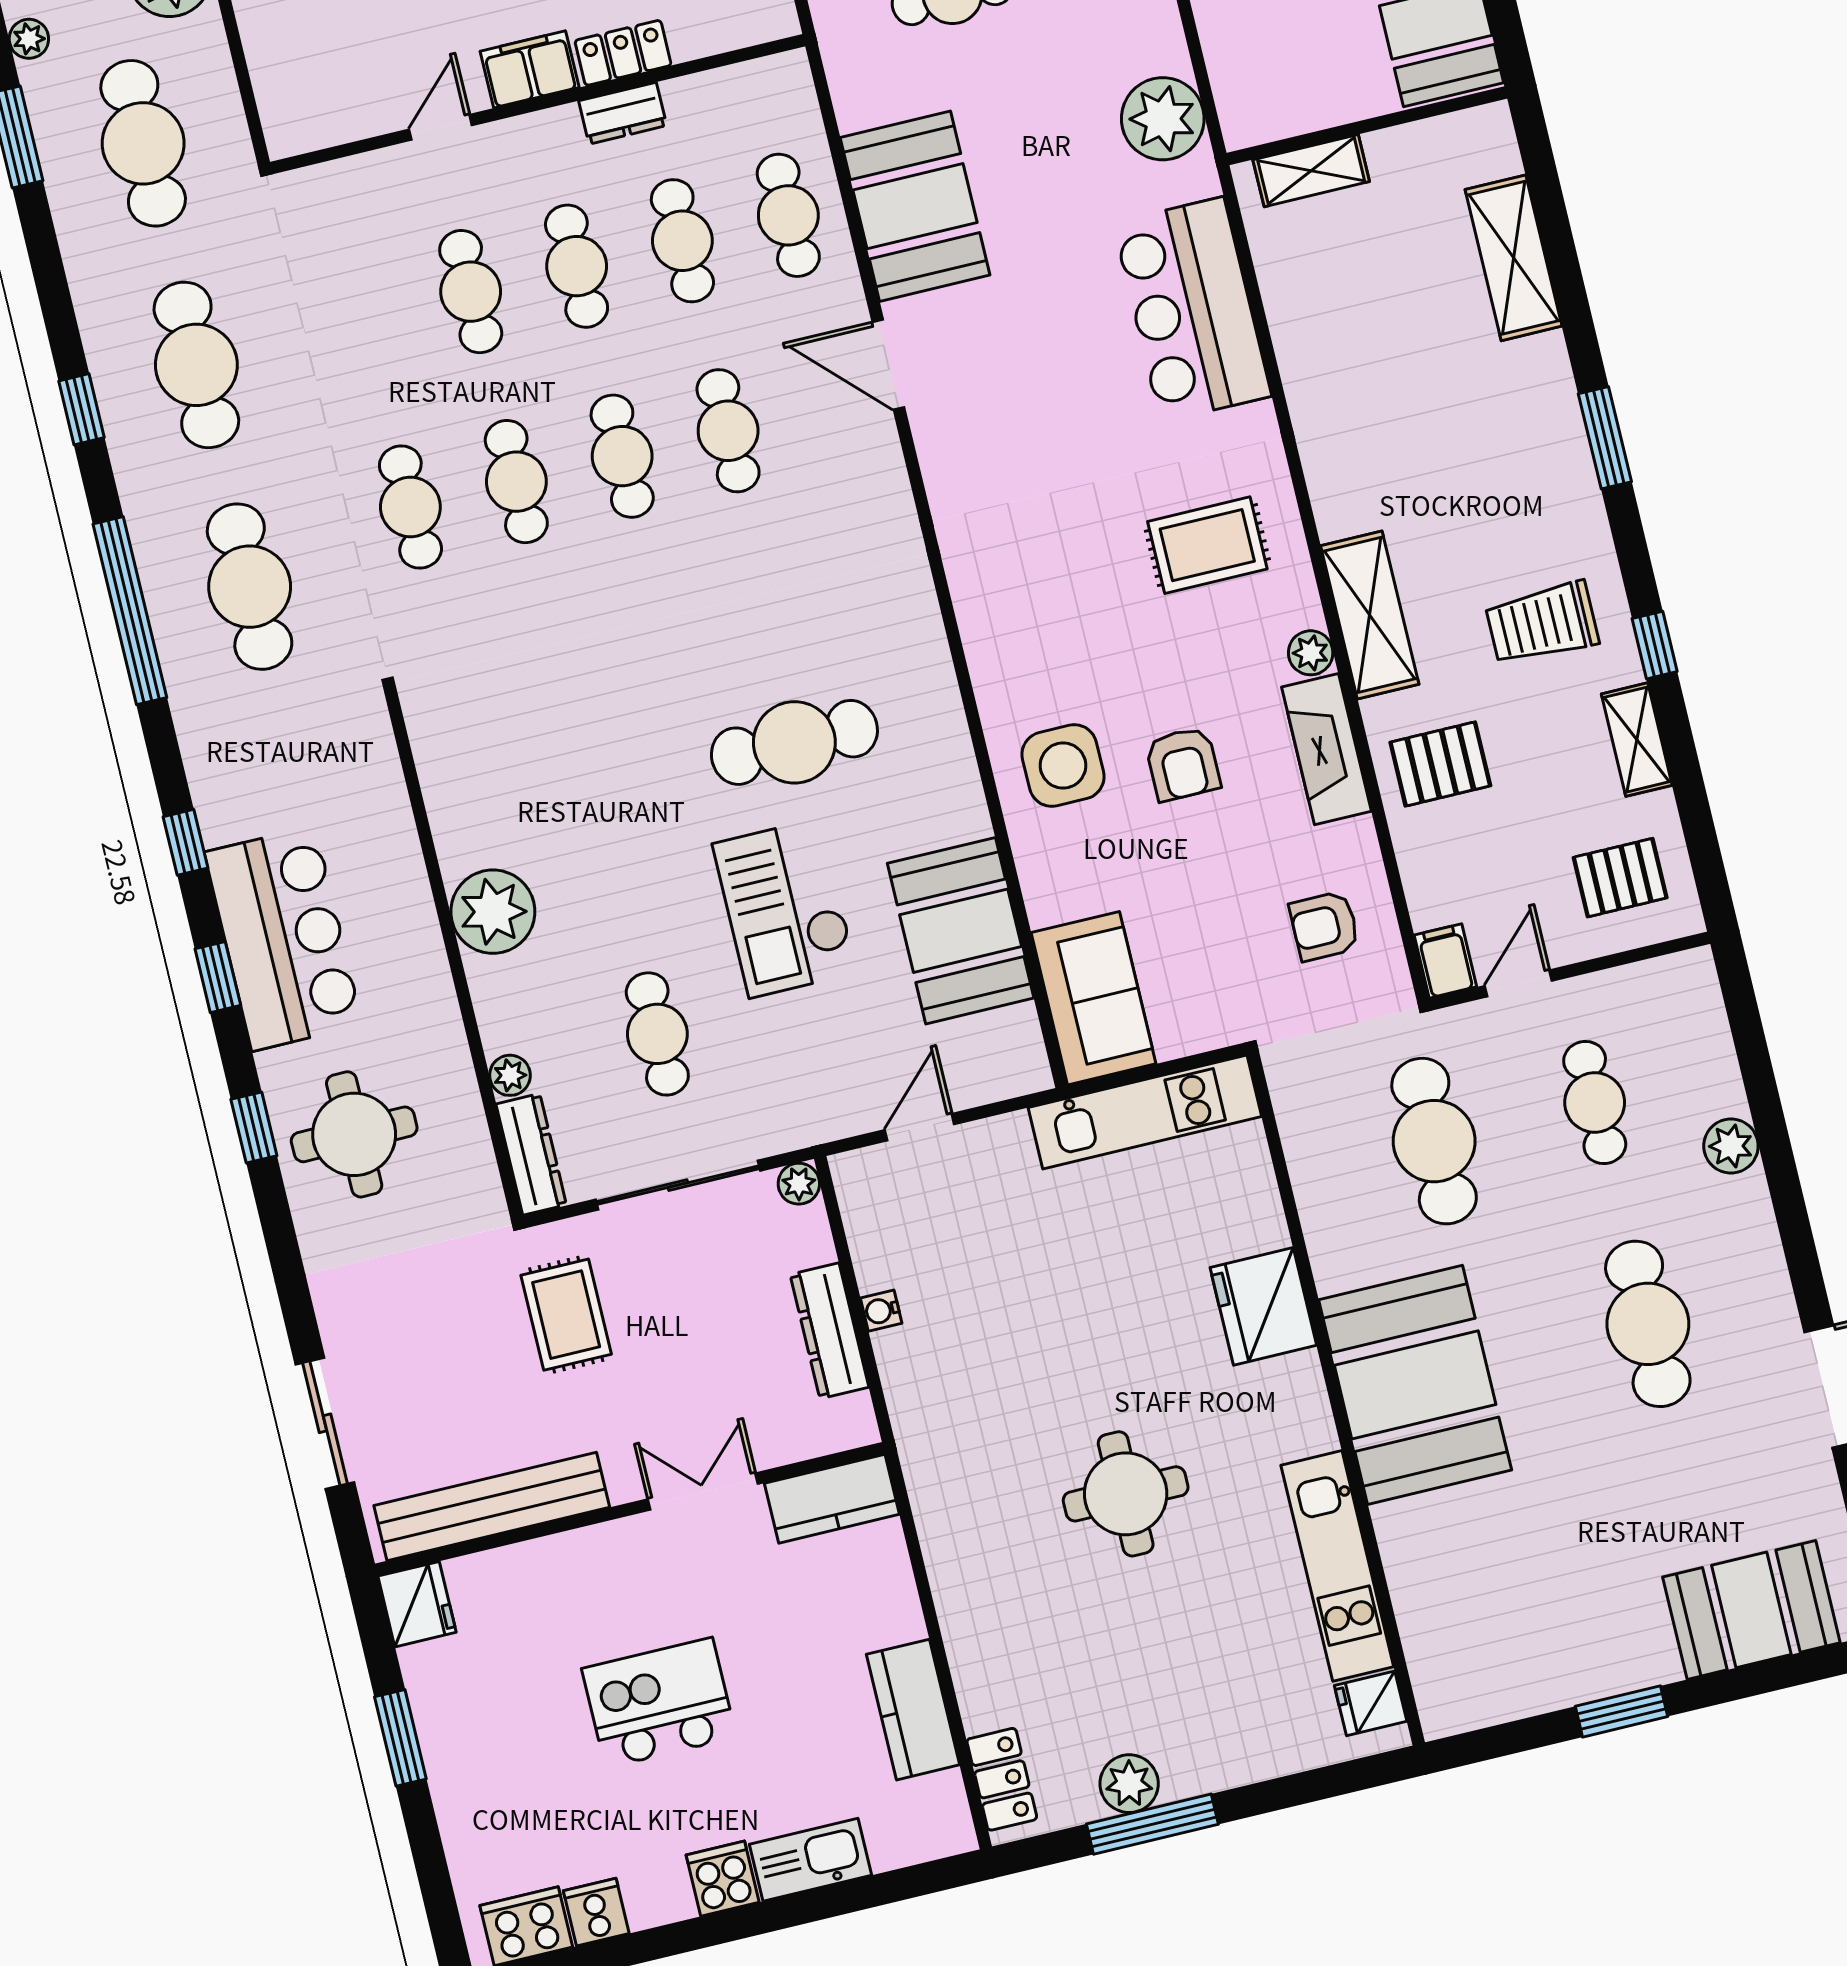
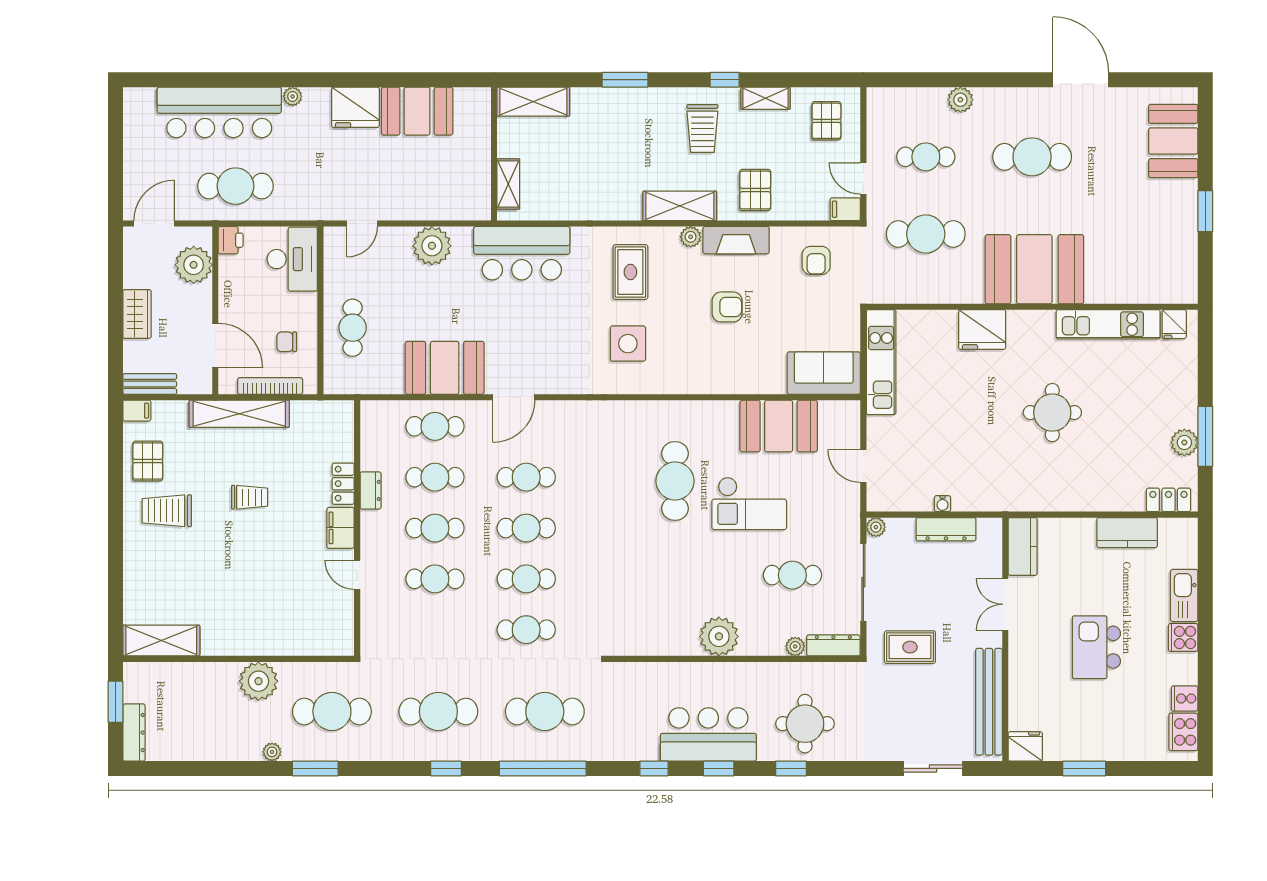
wall: (1367, 126) -> (494, 154), moved
shelving: (1311, 171) -> (508, 184), moved
side table: (1063, 766) -> (628, 344), moved

